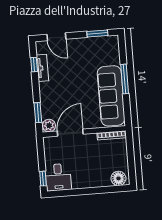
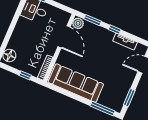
window: (34, 65) -> (115, 30), moved
window: (125, 79) -> (102, 108), moved
window: (130, 152) -> (25, 75), added

